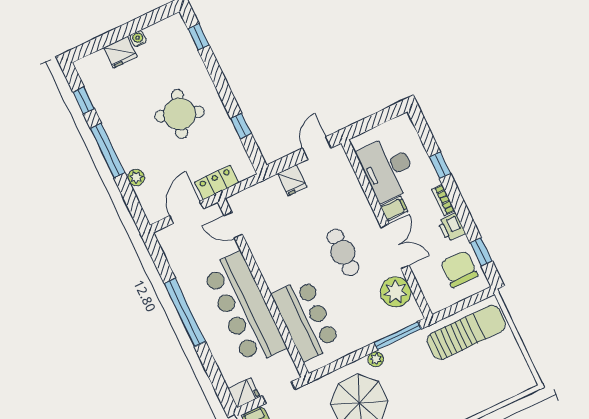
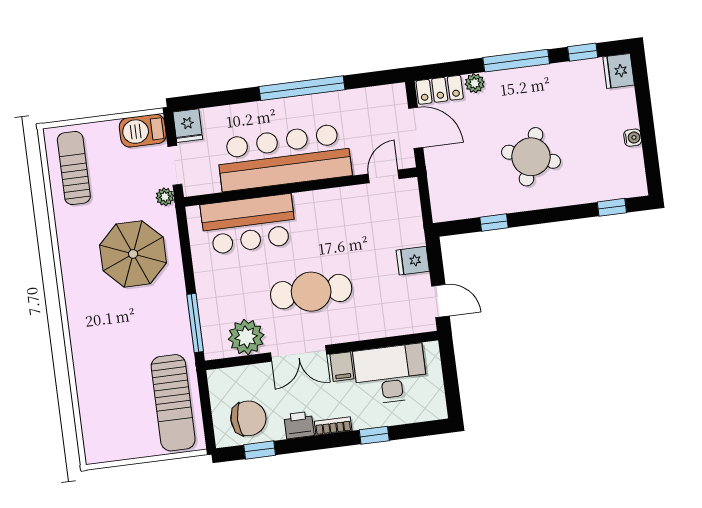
fridge: (120, 52) -> (619, 71), moved
locker: (217, 182) -> (440, 90), moved, turned 90
cafe table: (343, 252) -> (311, 292), width x1.37, depth x1.35
plant: (376, 359) -> (165, 197), moved

